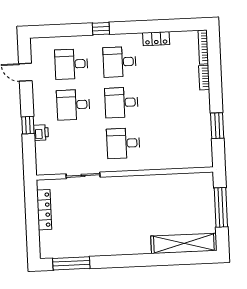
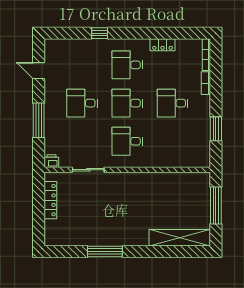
window: (101, 29) -> (100, 33), moved
desk: (71, 64) -> (173, 103), moved
window: (28, 125) -> (39, 120), width x2.17
printer: (41, 133) -> (51, 161), moved, turned -90
window: (71, 263) -> (105, 251), moved

